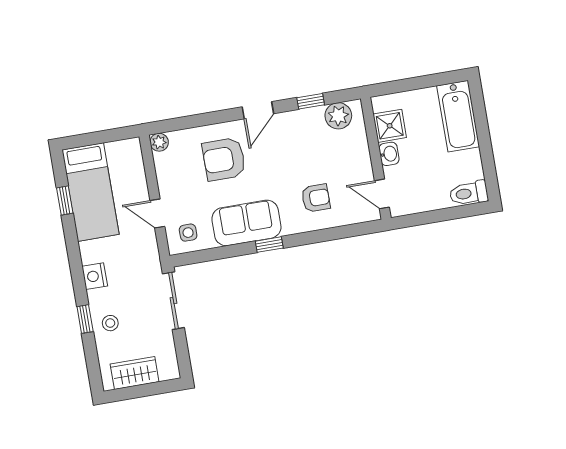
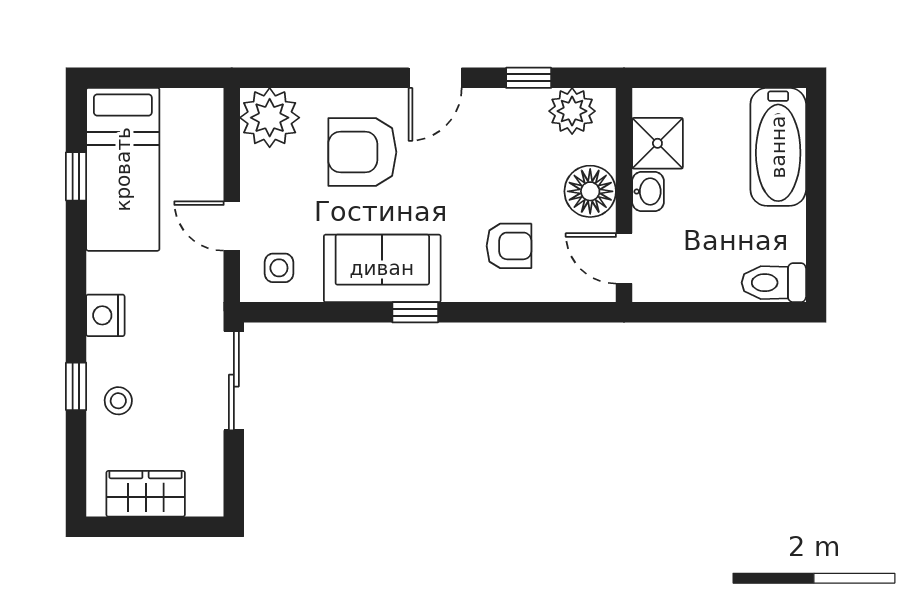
plant: (159, 142) -> (270, 118), width x1.88, depth x1.88
floor lamp: (356, 159) -> (590, 191), added

